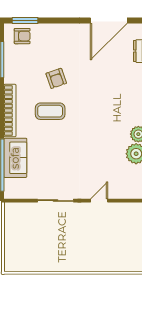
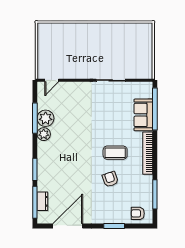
window: (25, 20) -> (114, 226), moved
door: (99, 201) -> (52, 80), moved

